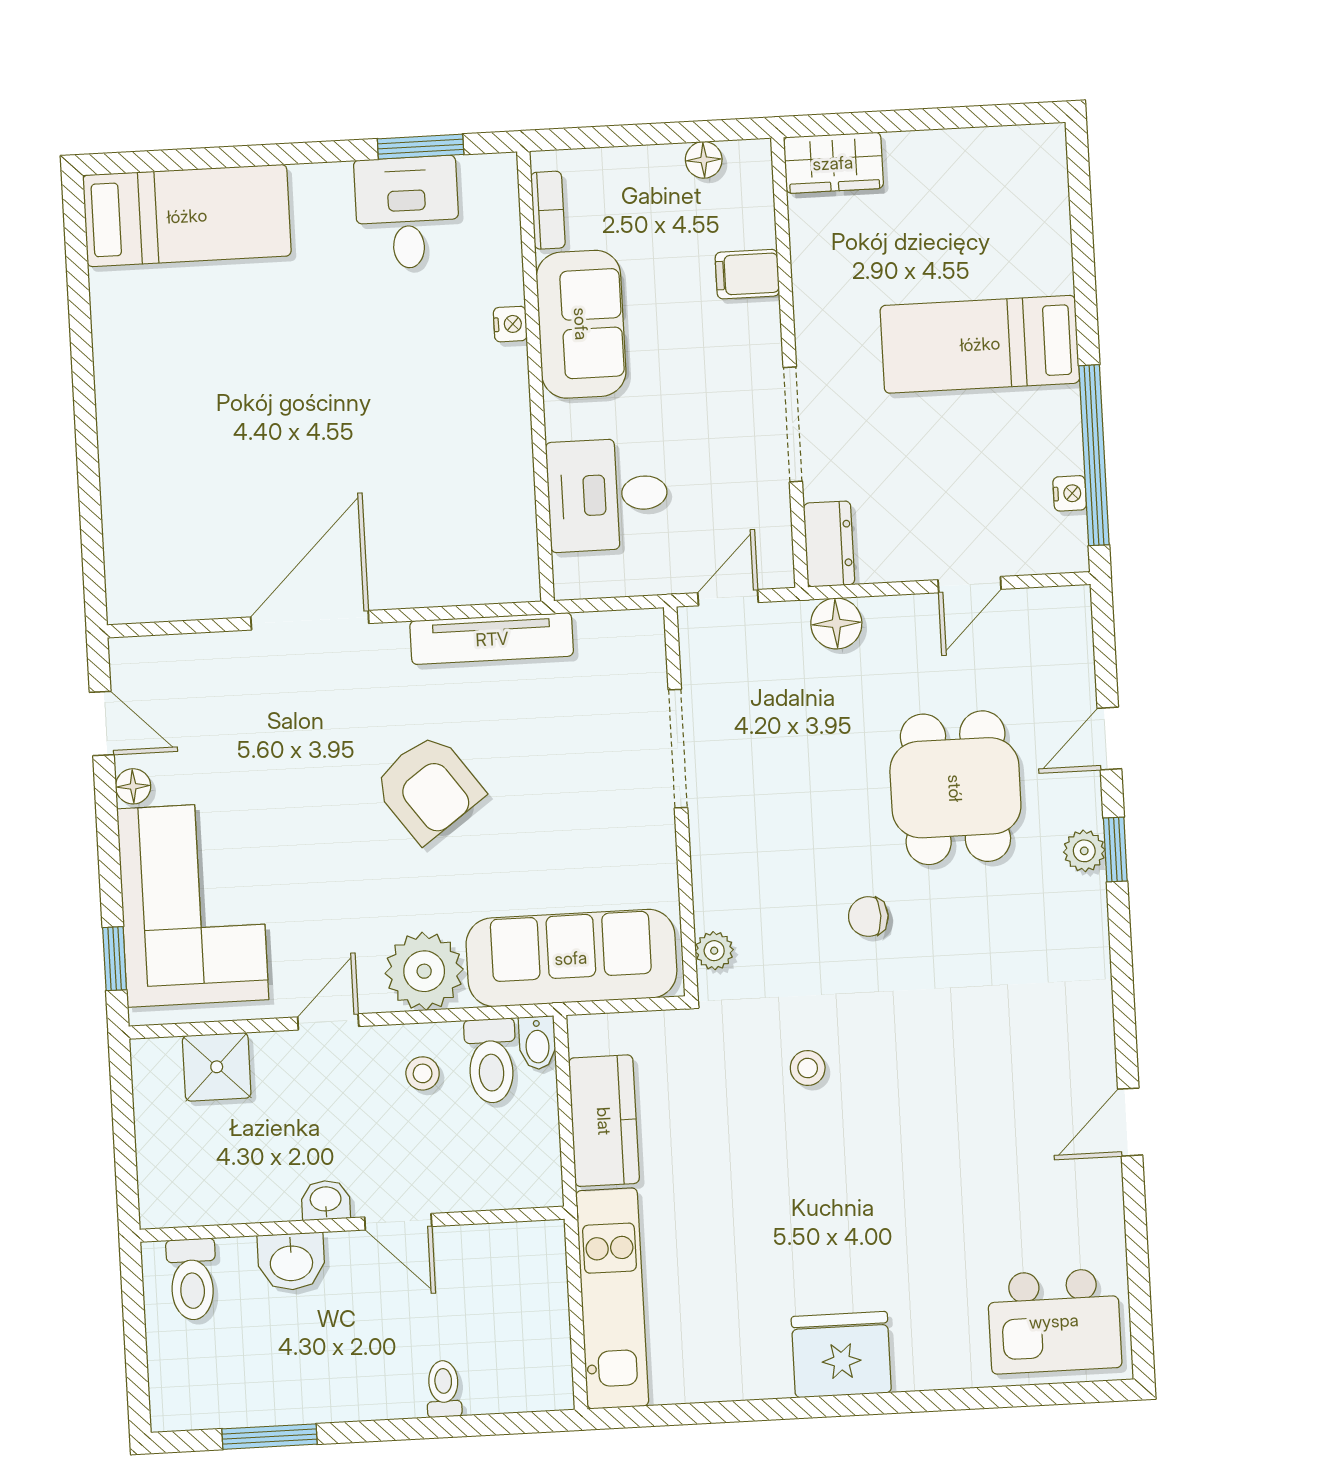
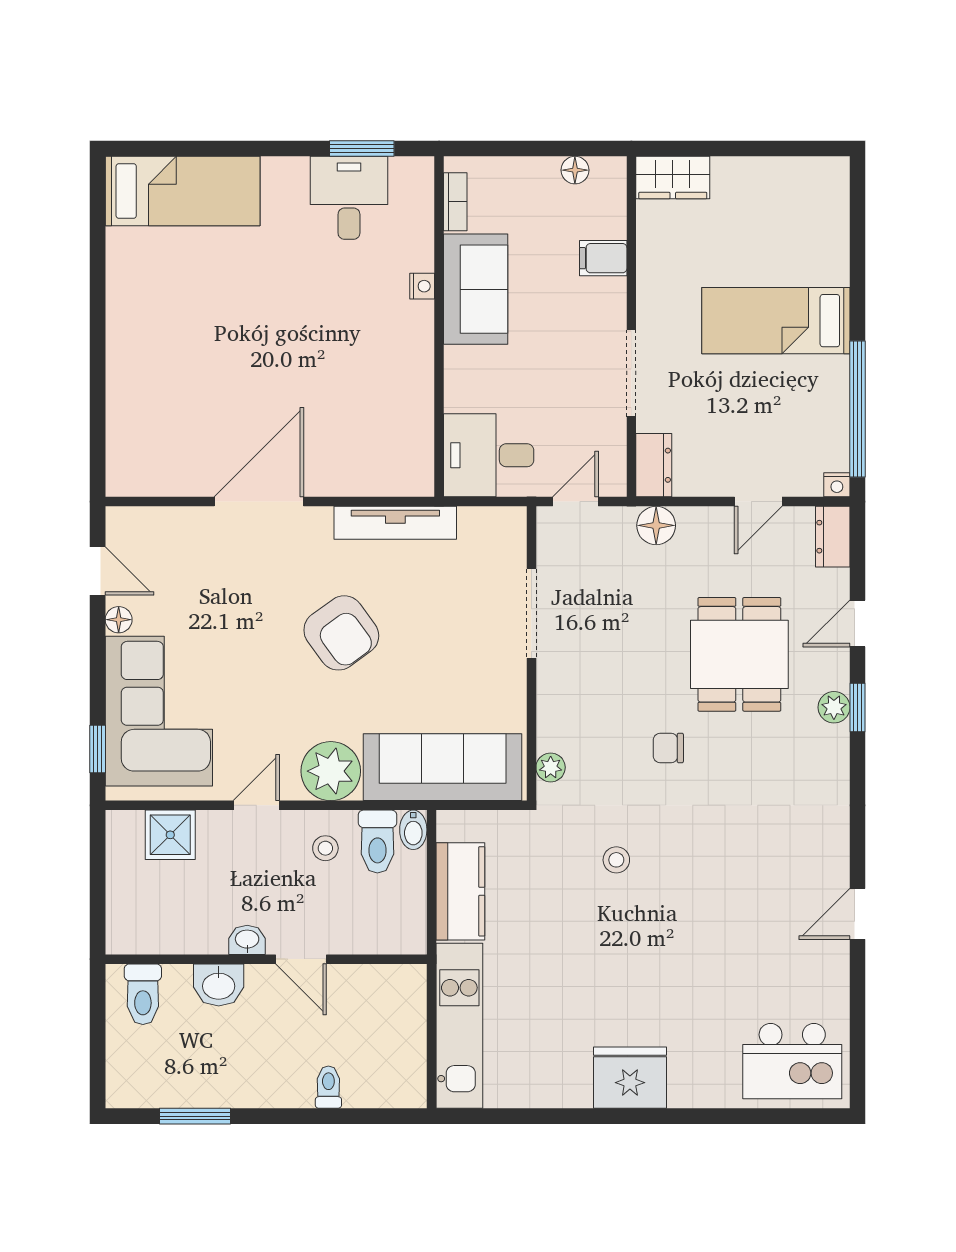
nightstand: (1070, 493) -> (837, 485), moved, turned 90
desk: (608, 495) -> (489, 455), moved
dresser: (1070, 626) -> (833, 537), added

